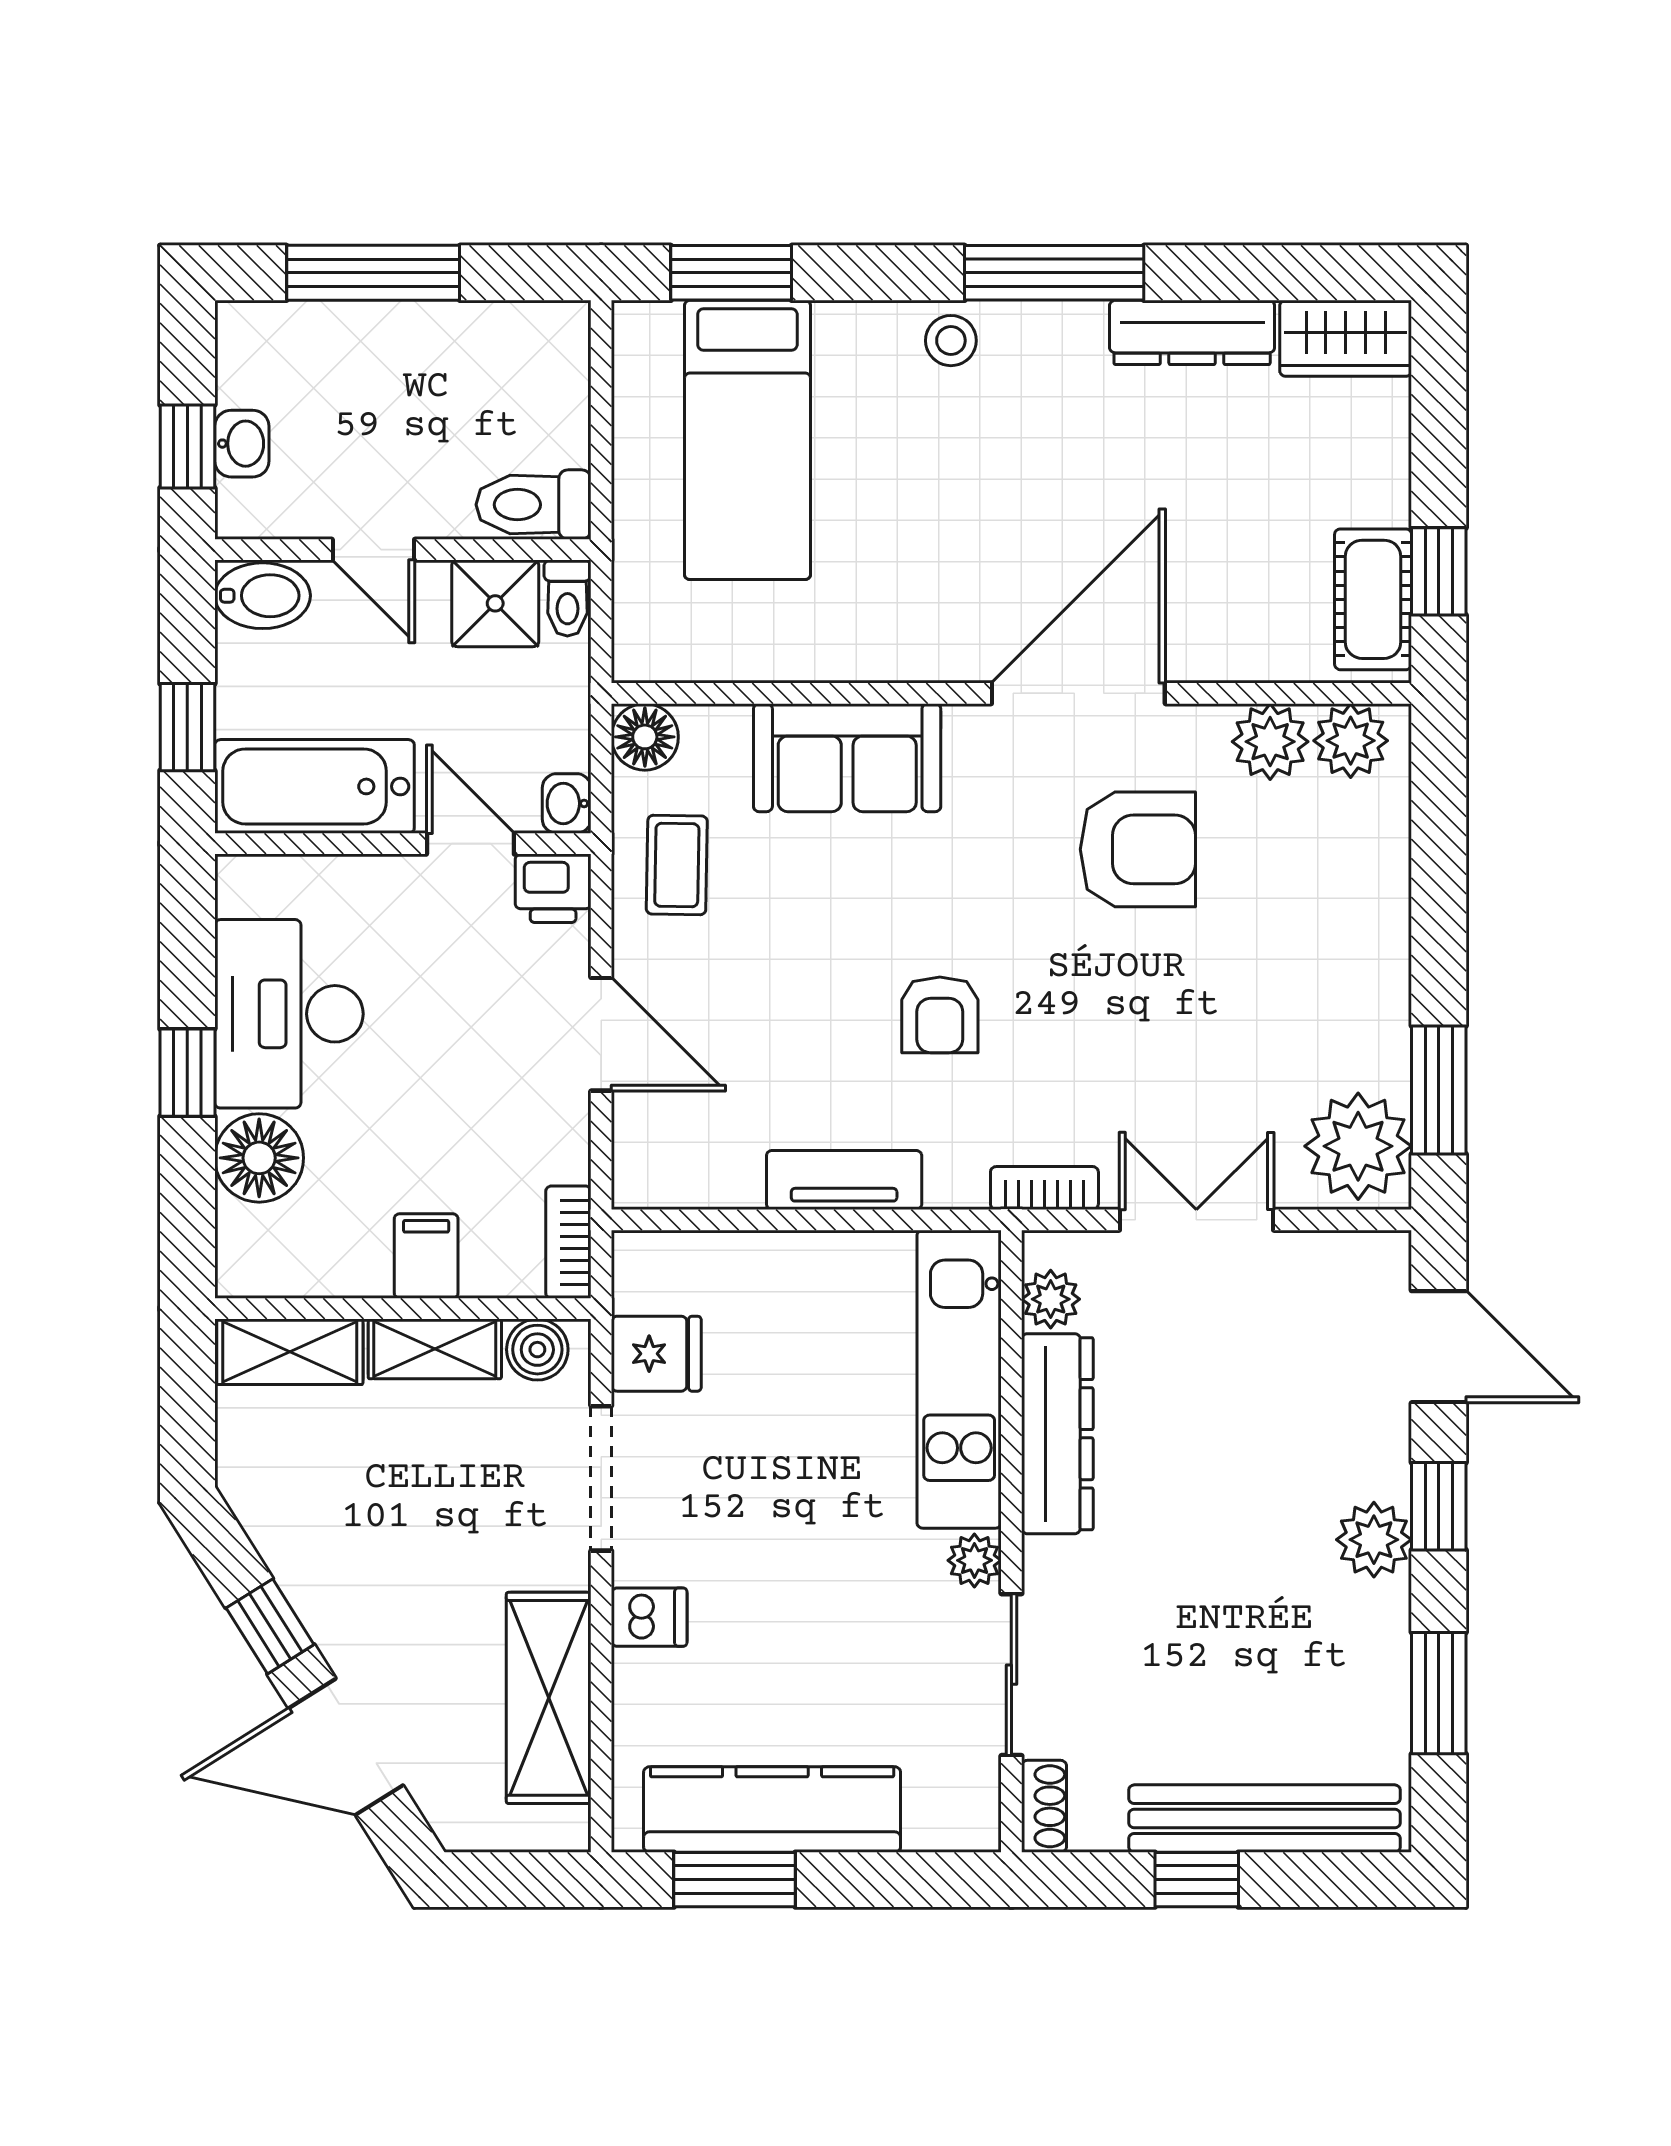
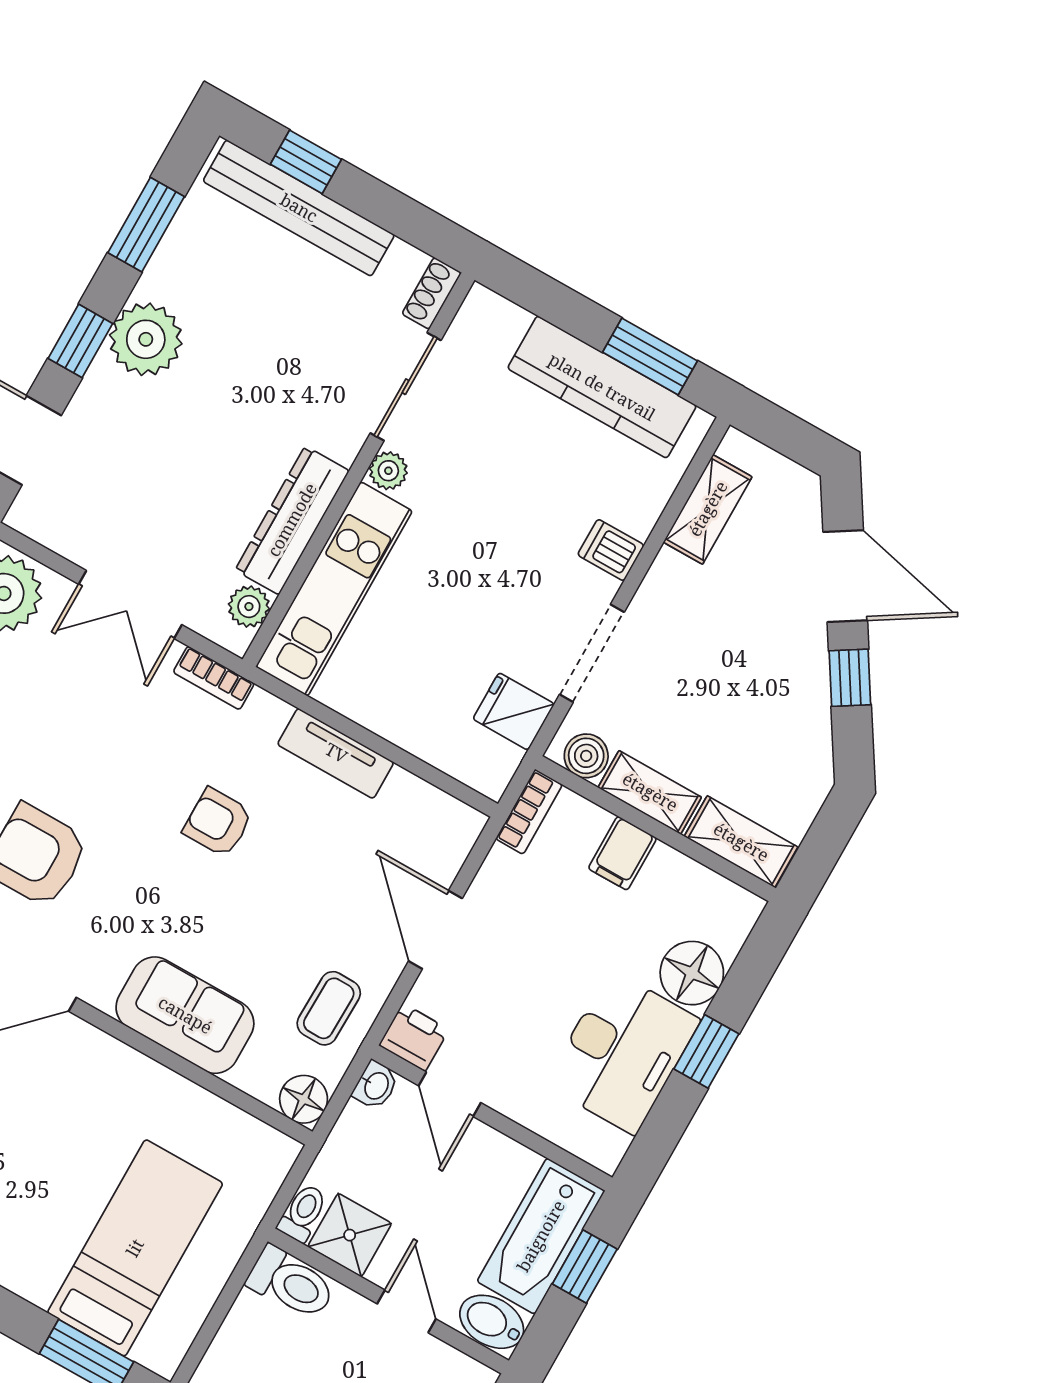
bathtub: (314, 786) -> (541, 1236), moved, turned 90
armchair: (940, 1015) -> (218, 822), turned -90
plant: (1374, 1540) -> (146, 339), width x1.36, depth x1.36
shelving: (549, 1698) -> (708, 509), width x0.67, depth x0.75
window: (1197, 1880) -> (306, 162), moved

